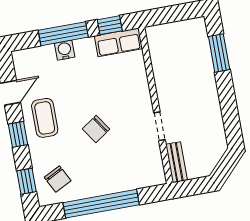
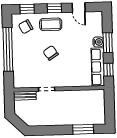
window: (63, 34) -> (108, 43), width x0.69
row of seats: (118, 42) -> (98, 67), width x1.48
coffee table: (45, 118) -> (51, 24), moved

